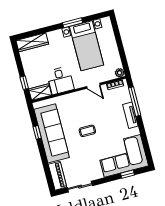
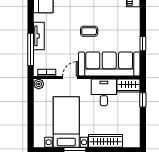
wardrobe: (32, 42) -> (106, 141), moved
door: (93, 86) -> (70, 78), hinge flipped
sofa: (52, 133) -> (109, 64), moved, turned 90

